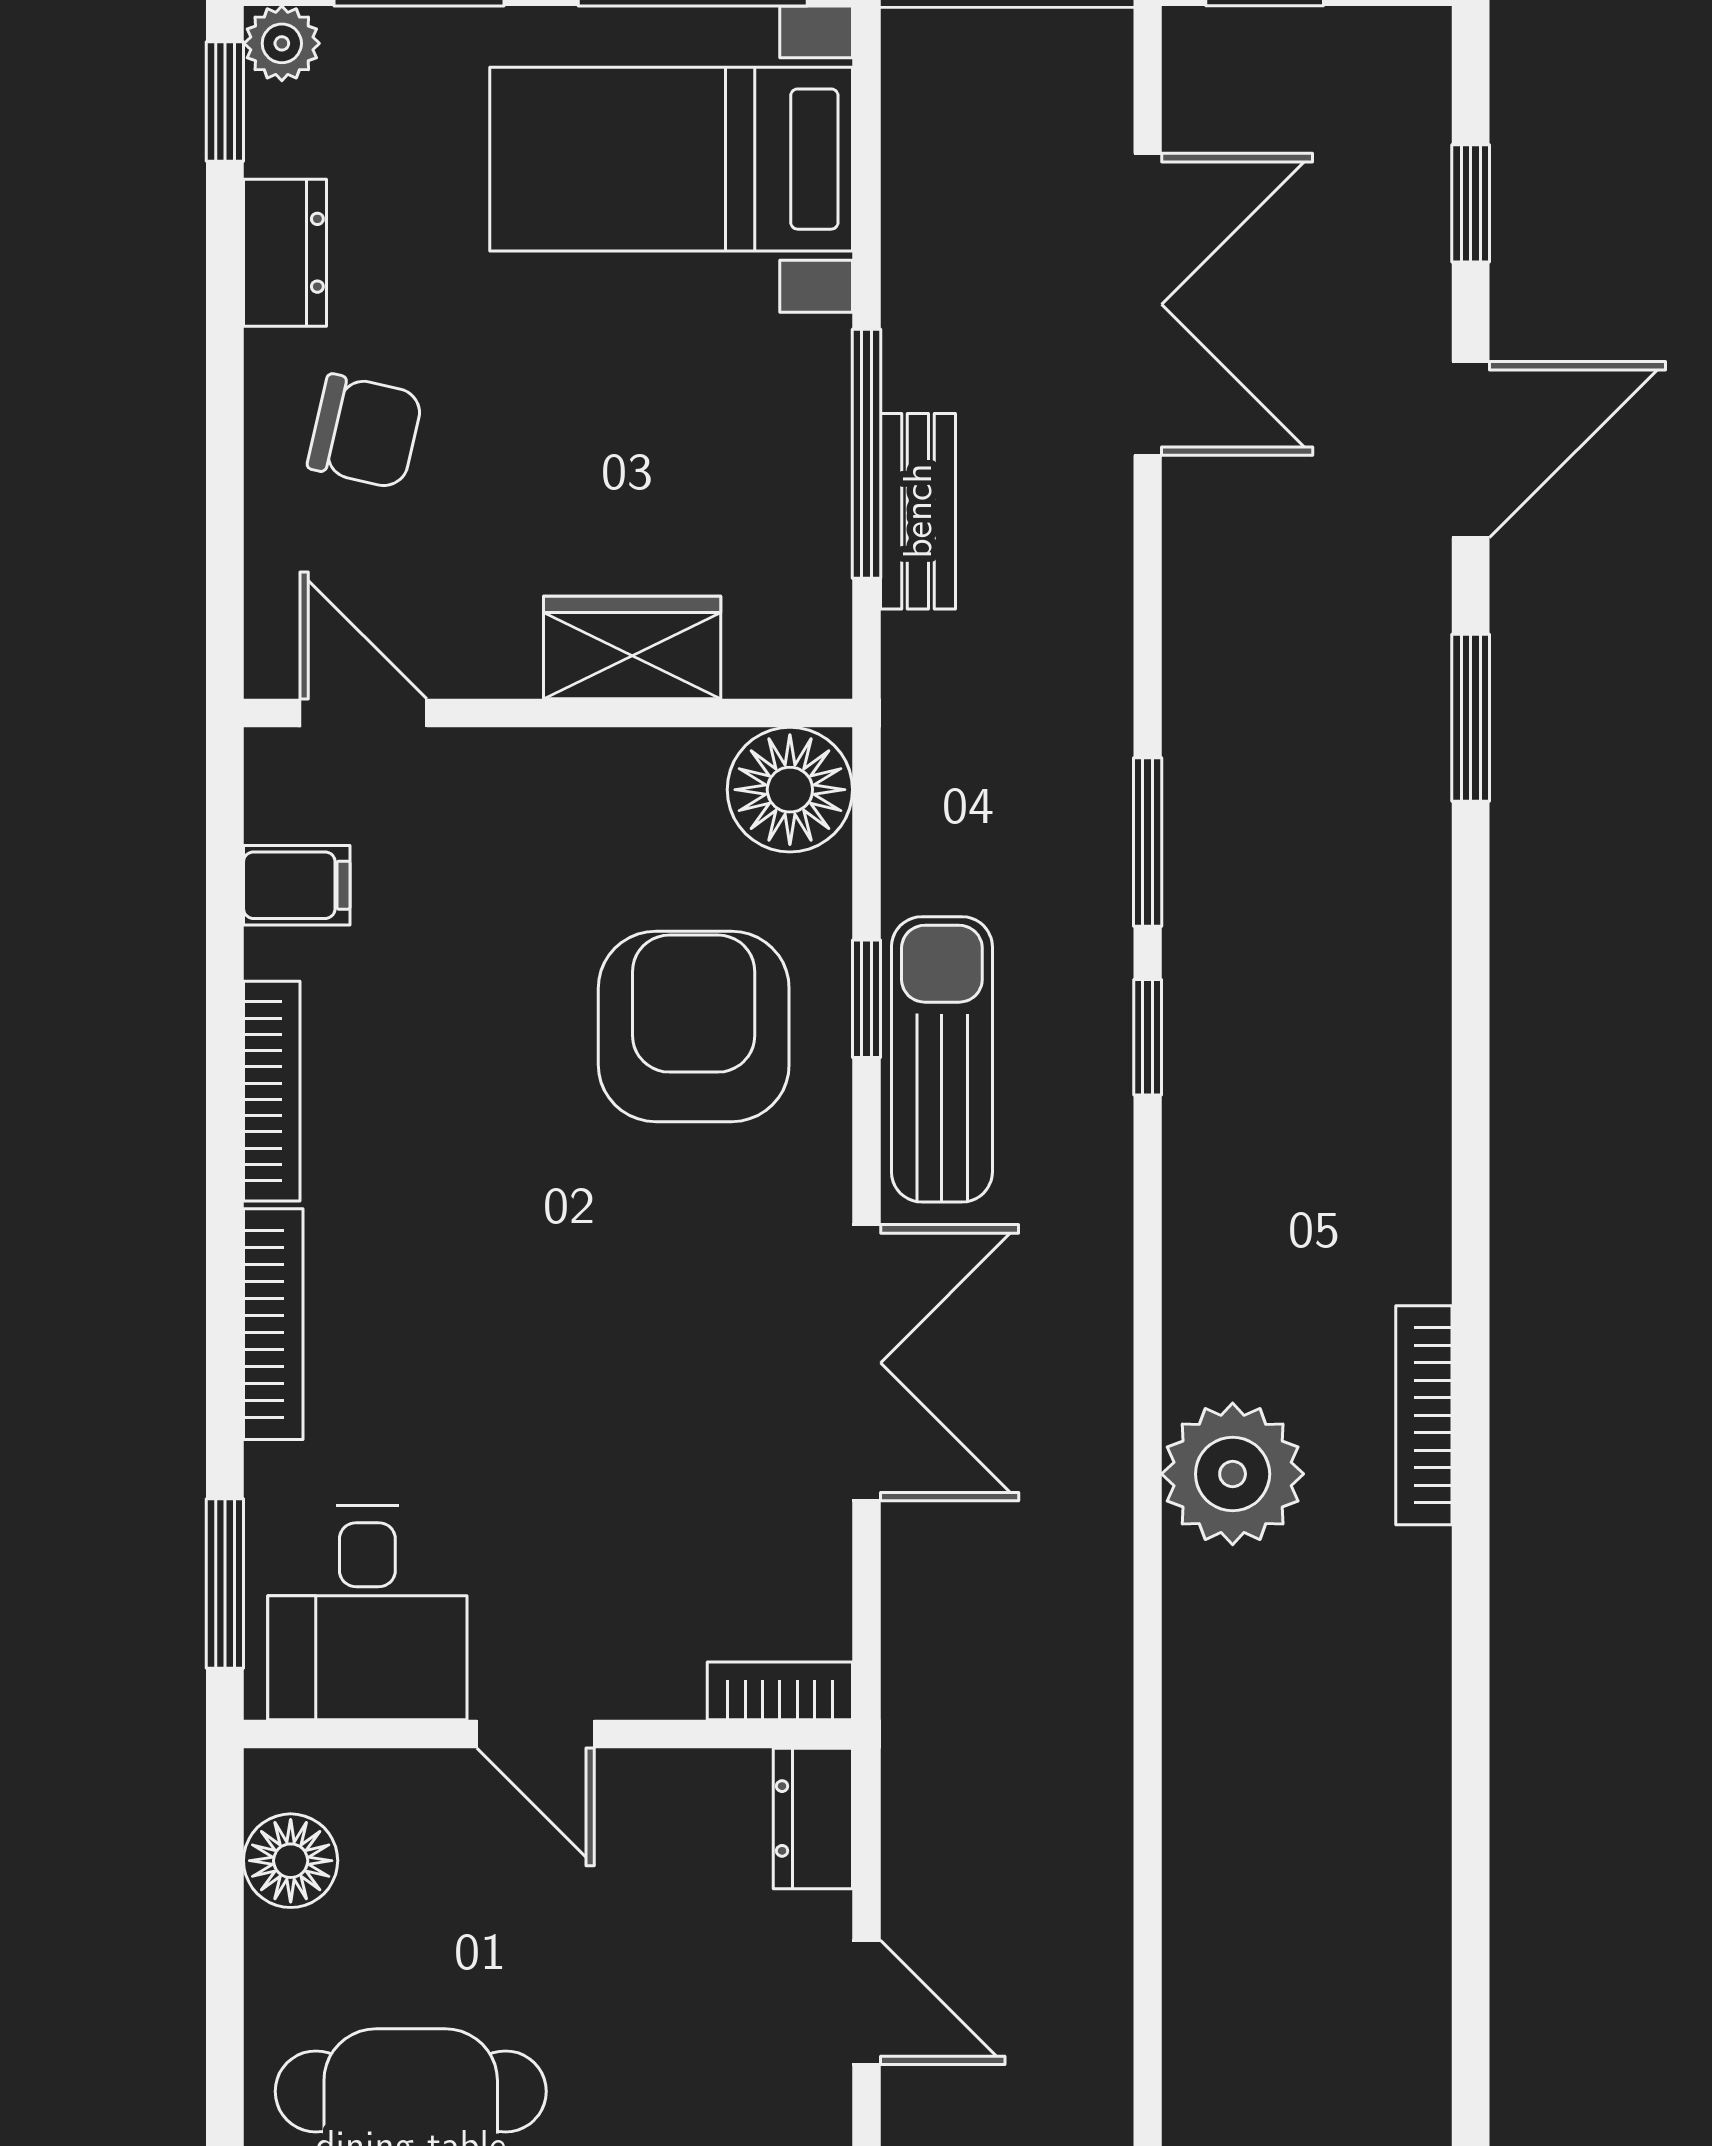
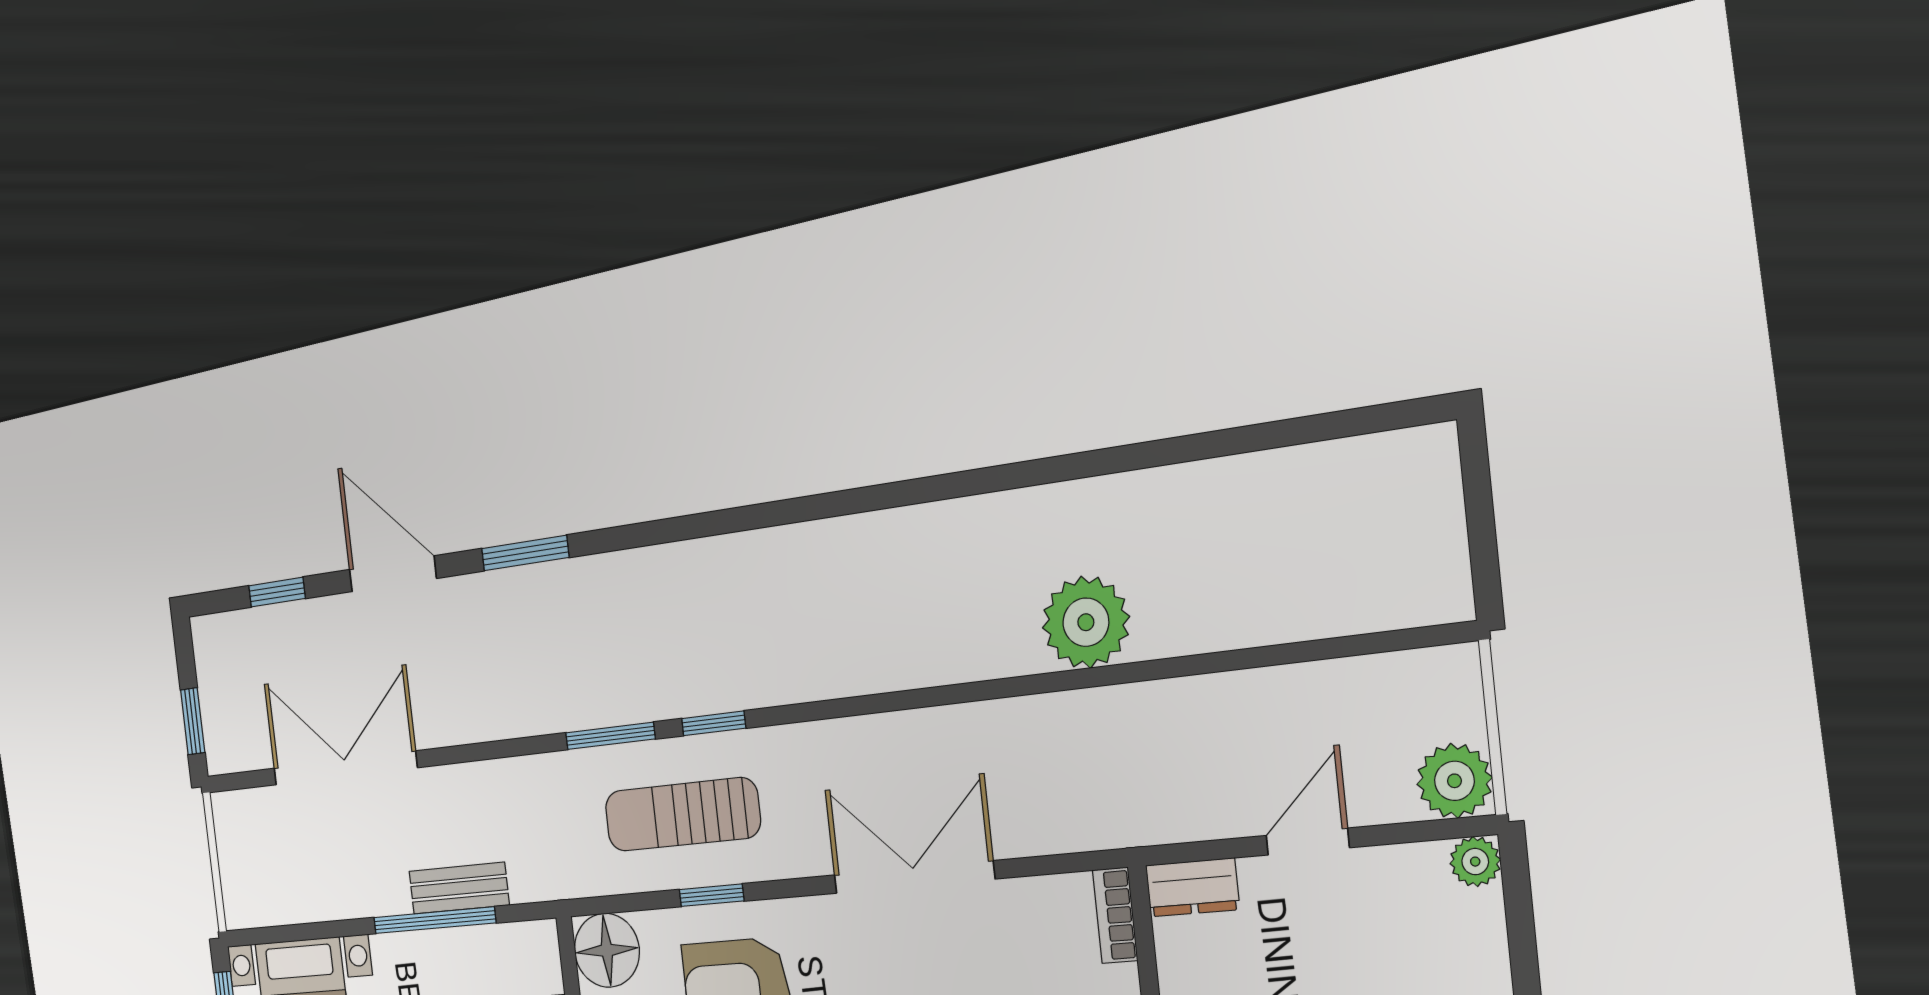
sun lounger: (942, 1059) -> (682, 814), moved
bookcase: (1424, 1415) -> (907, 523), removed
plant: (1233, 1474) -> (1086, 622), moved

